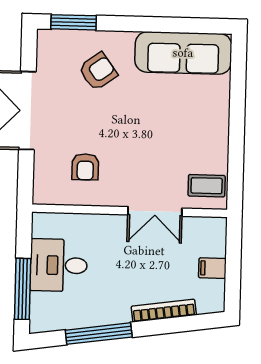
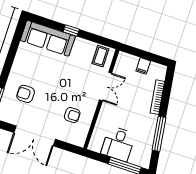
sofa: (183, 53) -> (48, 38), moved, turned 90
armchair: (98, 71) -> (26, 94), turned -54
window: (237, 119) -> (71, 30), added

